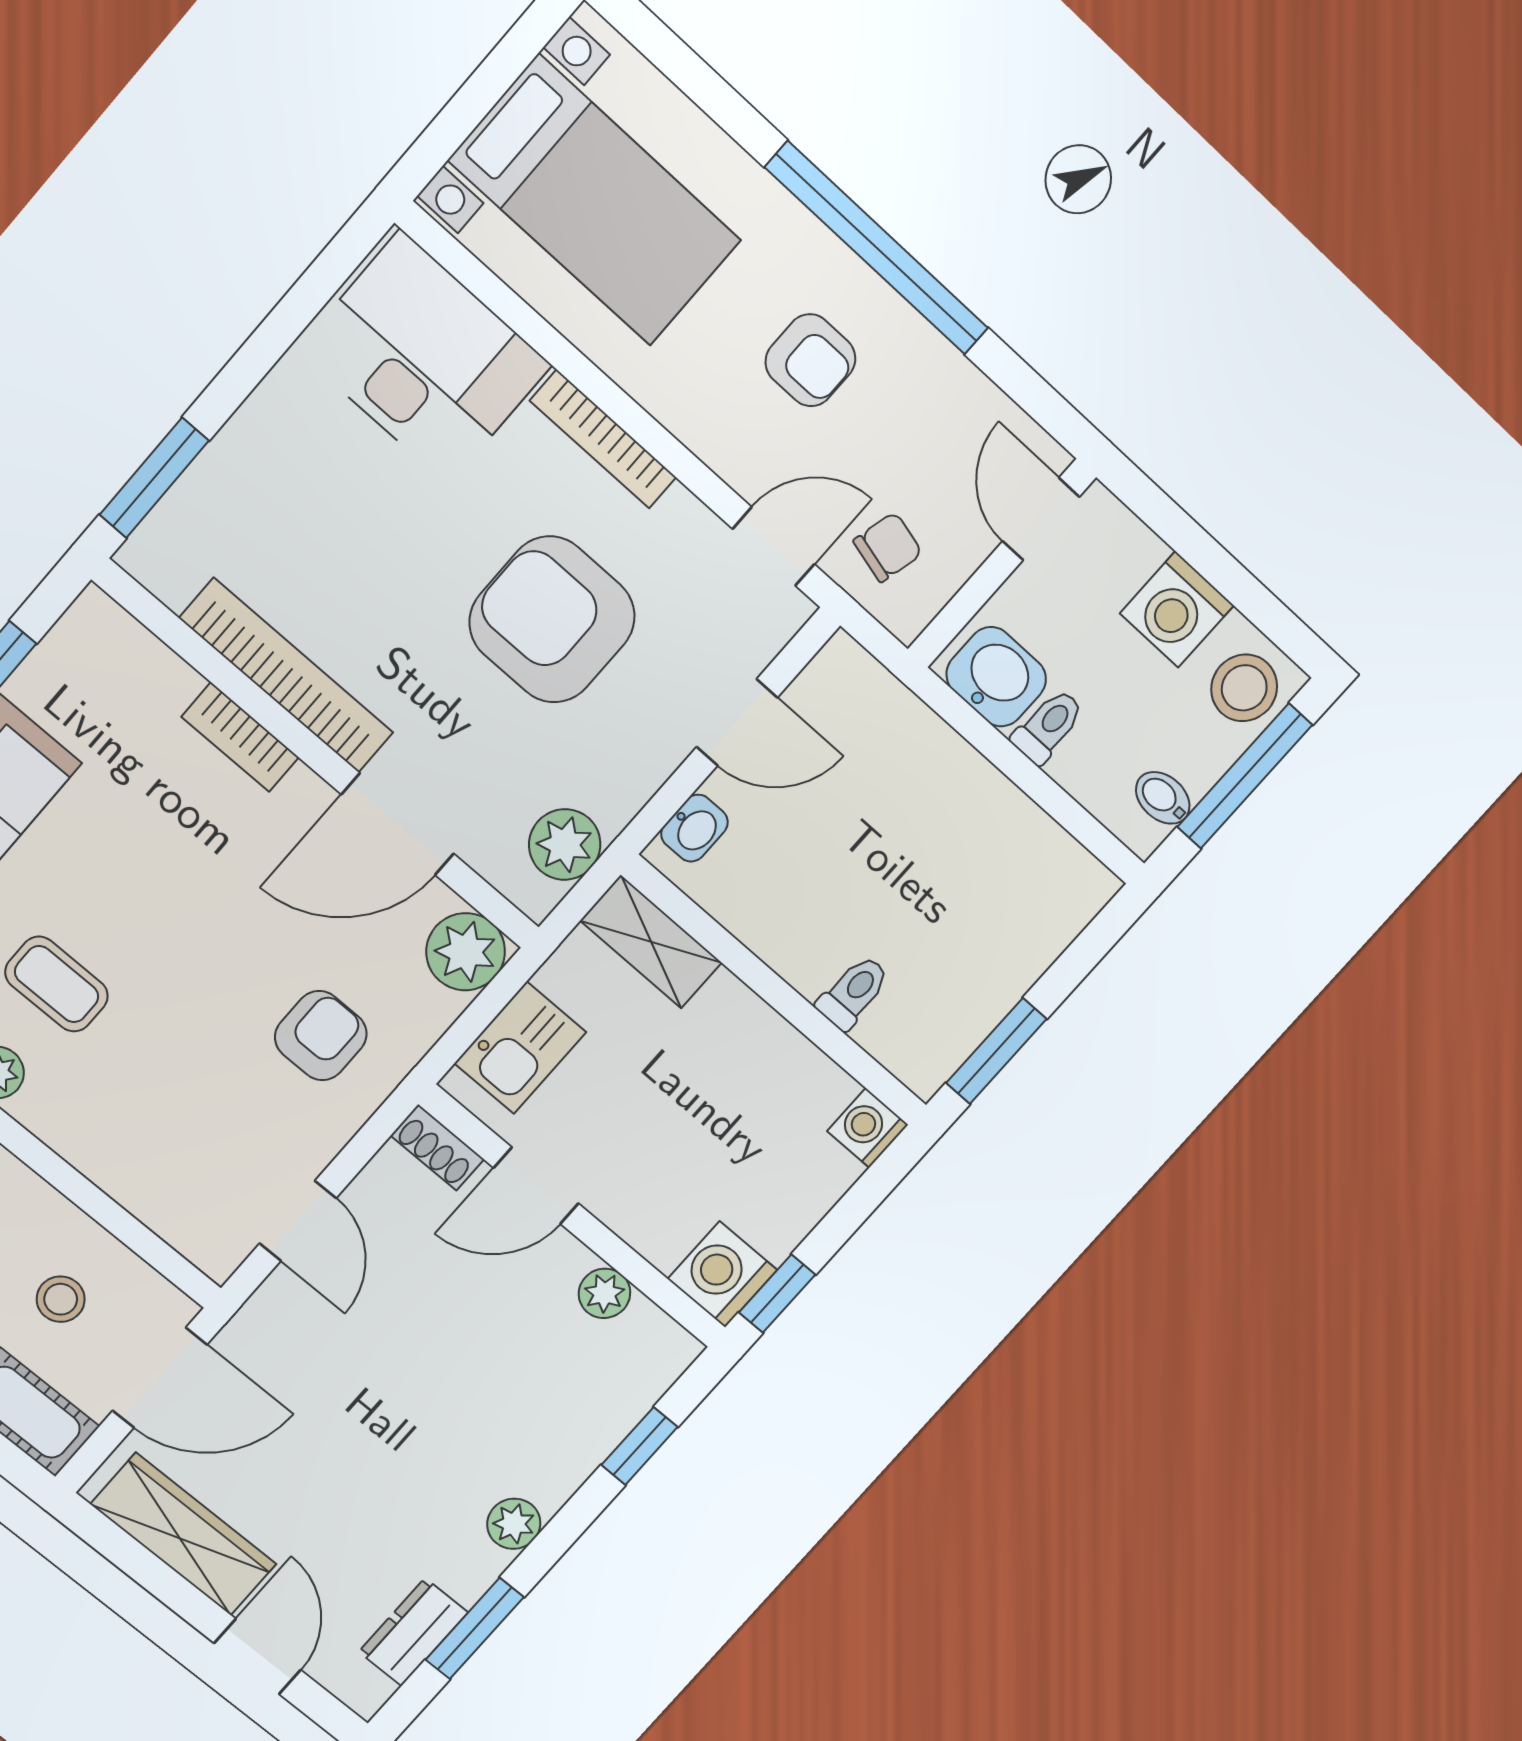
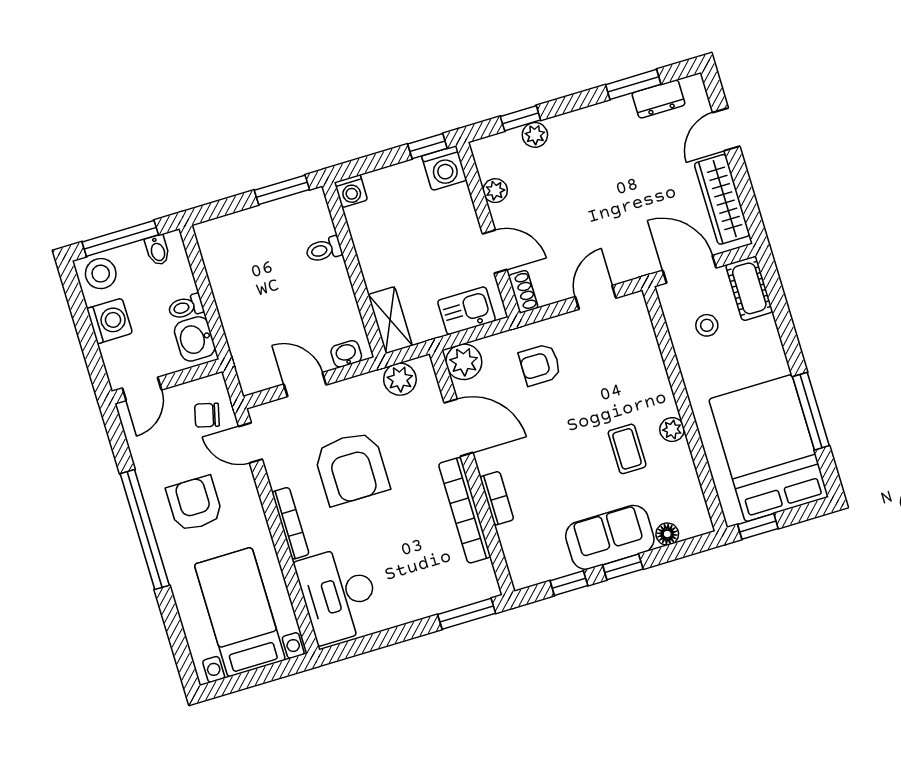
armchair: (810, 360) -> (195, 504), width x1.38, depth x1.38
plant: (514, 1524) -> (535, 135), moved

